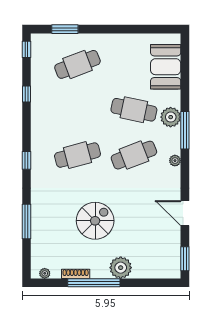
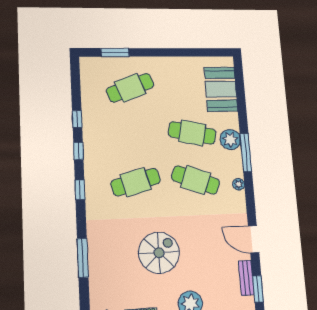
window: (27, 49) -> (78, 151), moved
cafe table: (134, 155) -> (196, 180), turned 42
bench: (175, 248) -> (246, 278), added

